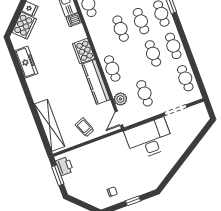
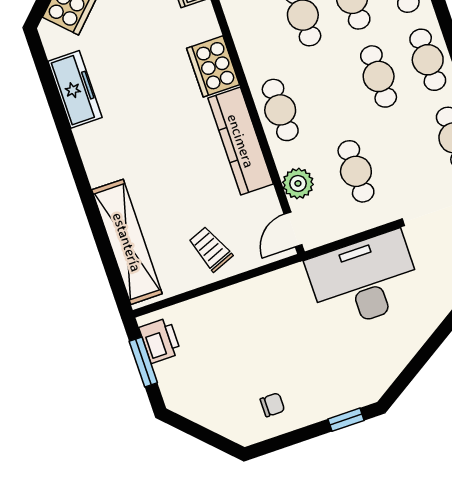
window: (133, 201) -> (346, 420), moved

